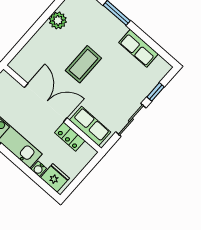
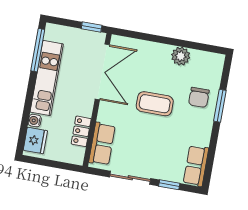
chair: (100, 26) -> (199, 97), added
row of seats: (138, 48) -> (196, 166), moved
double door: (46, 103) -> (102, 72), moved

